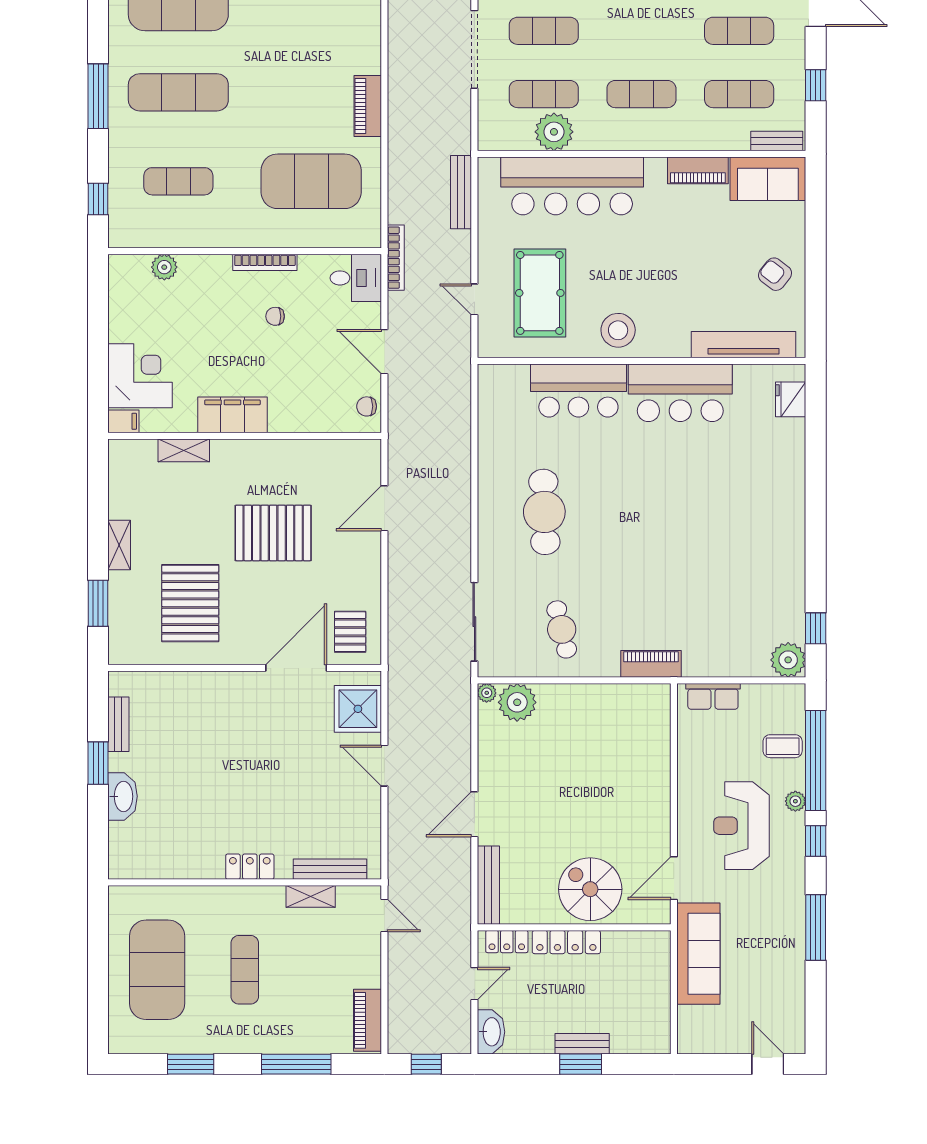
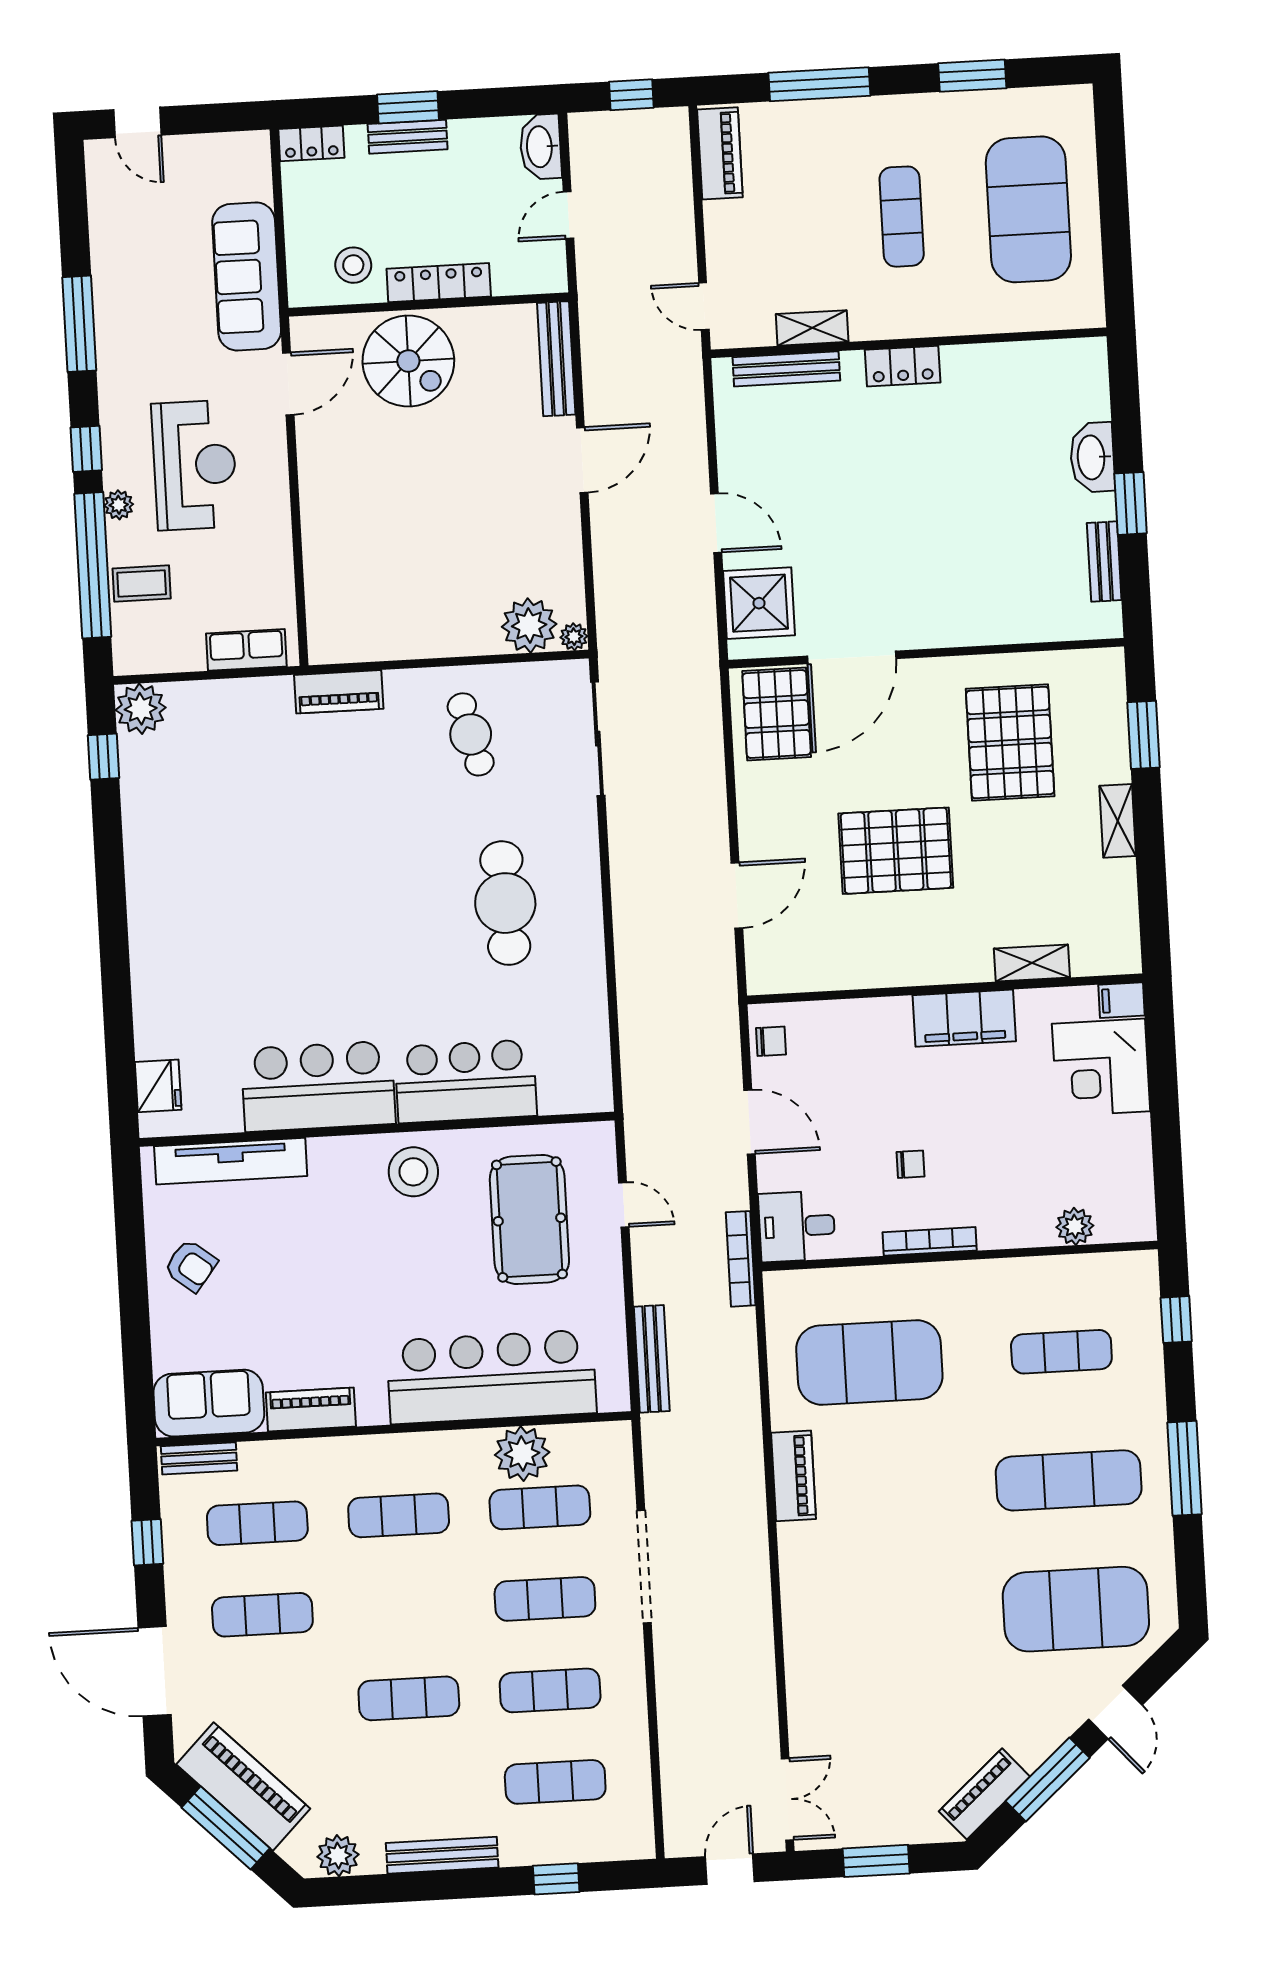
pallet: (350, 632) -> (777, 714), width x1.50, depth x1.42
locker: (507, 942) -> (311, 143), moved, turned 180
stool: (624, 957) -> (353, 265), added

